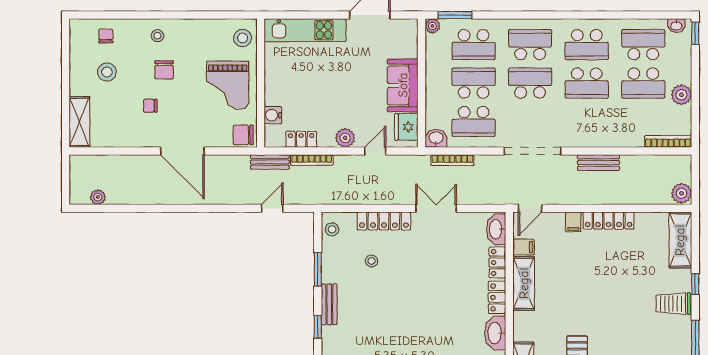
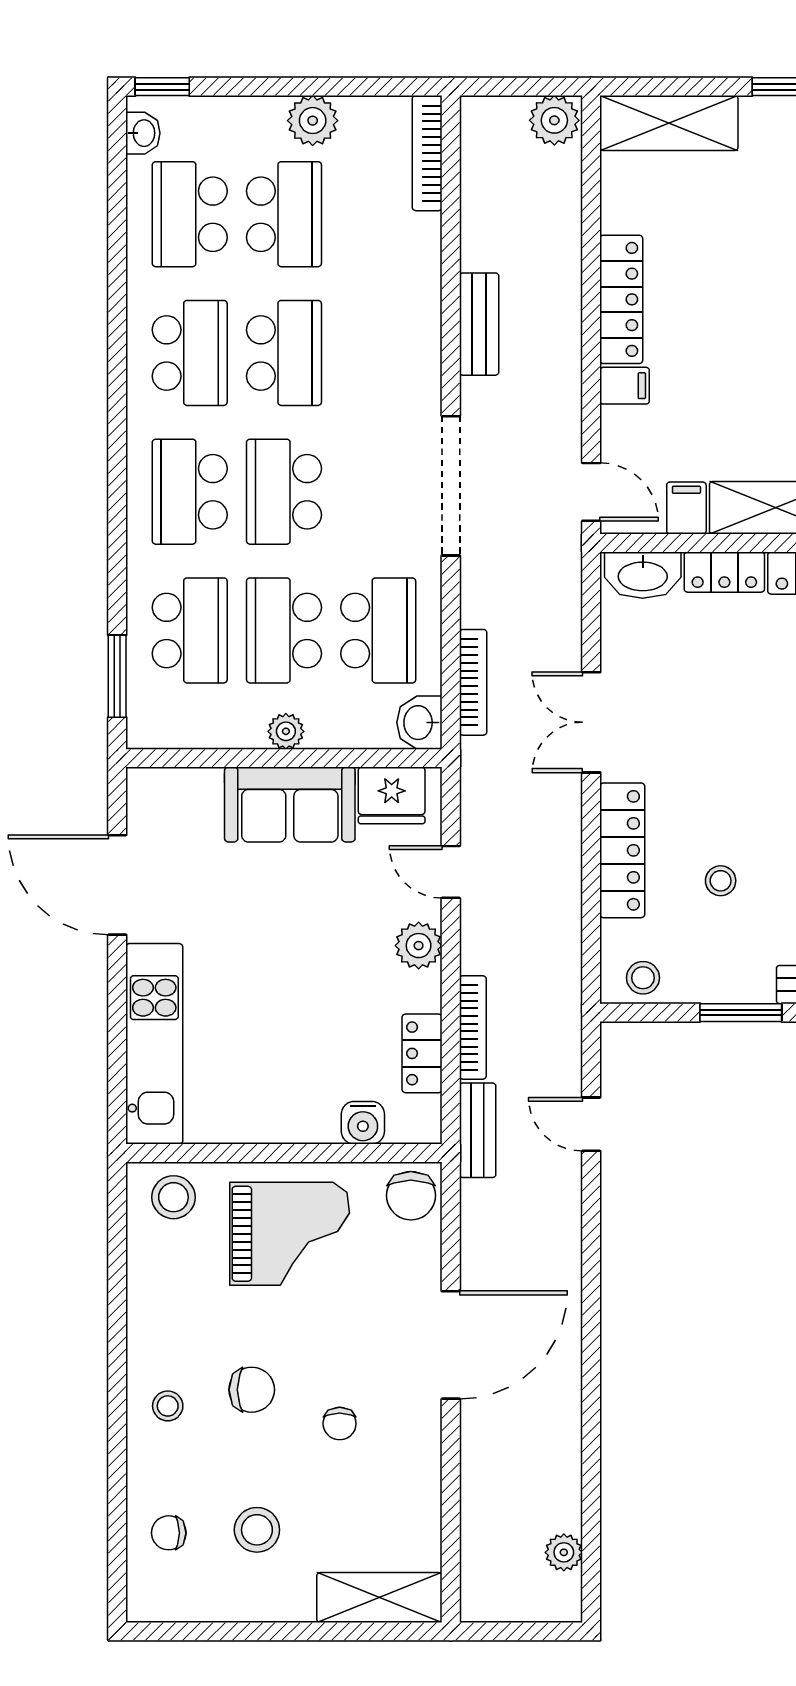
plant: (432, 26) -> (286, 731), moved

